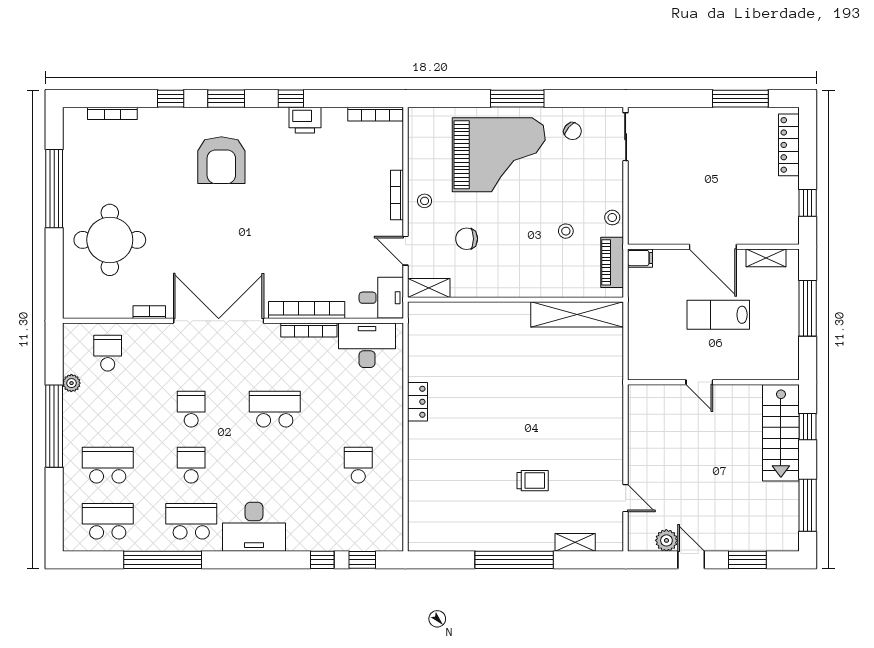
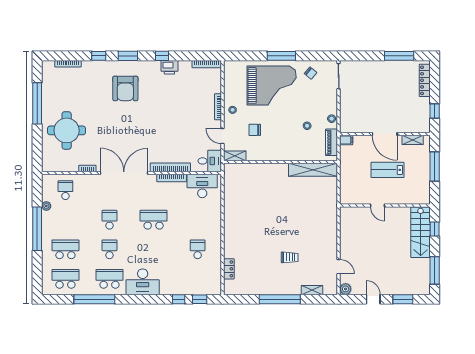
locker: (417, 402) -> (229, 269), moved
plant: (666, 540) -> (346, 289), moved

